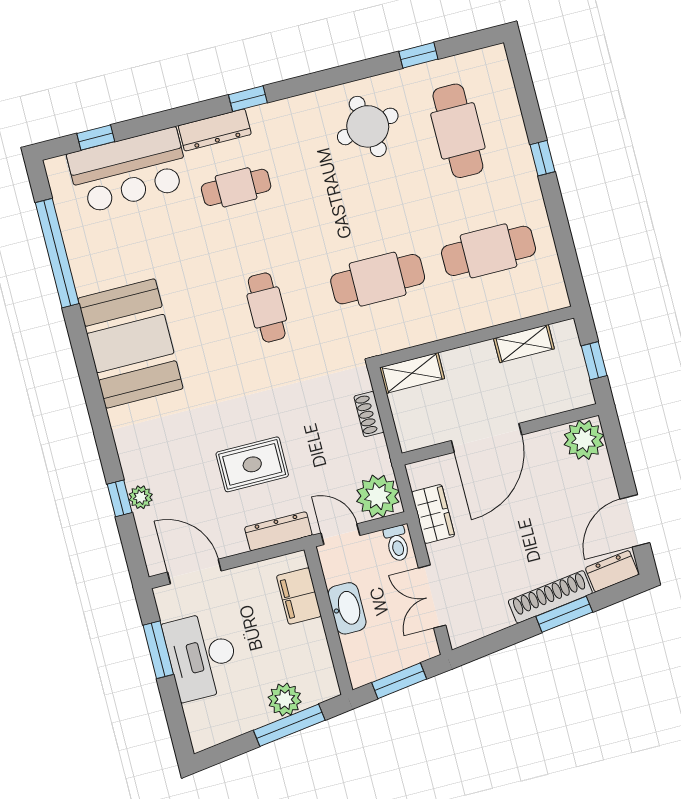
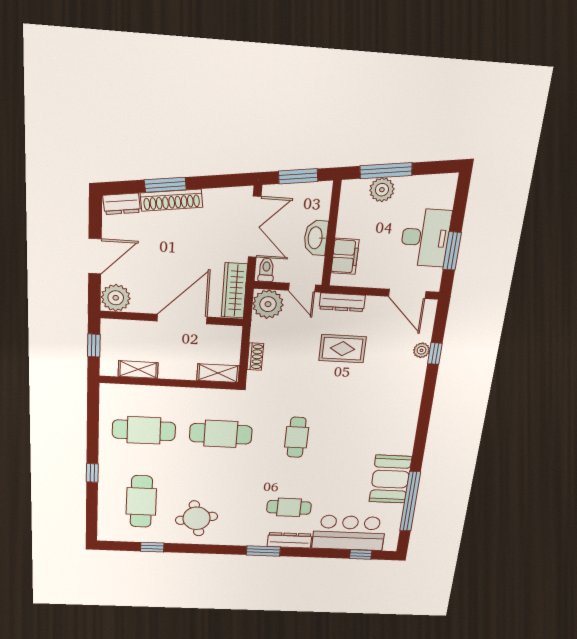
window: (248, 99) -> (263, 551), width x1.50
booth: (130, 344) -> (390, 479), moved, width x0.73, depth x0.70
wardrobe: (433, 514) -> (234, 290), width x1.50
door: (635, 521) -> (95, 256), moved
double door: (432, 597) -> (255, 227), width x1.37

